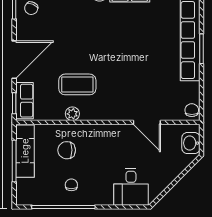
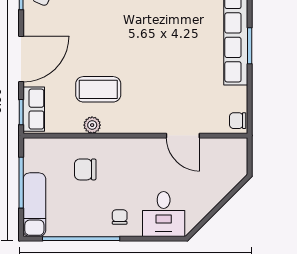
chair: (192, 110) -> (238, 121), turned -90
washbasin: (191, 143) -> (237, 161), removed
exam couch: (25, 151) -> (34, 205), moved
chair: (71, 185) -> (120, 217), moved

